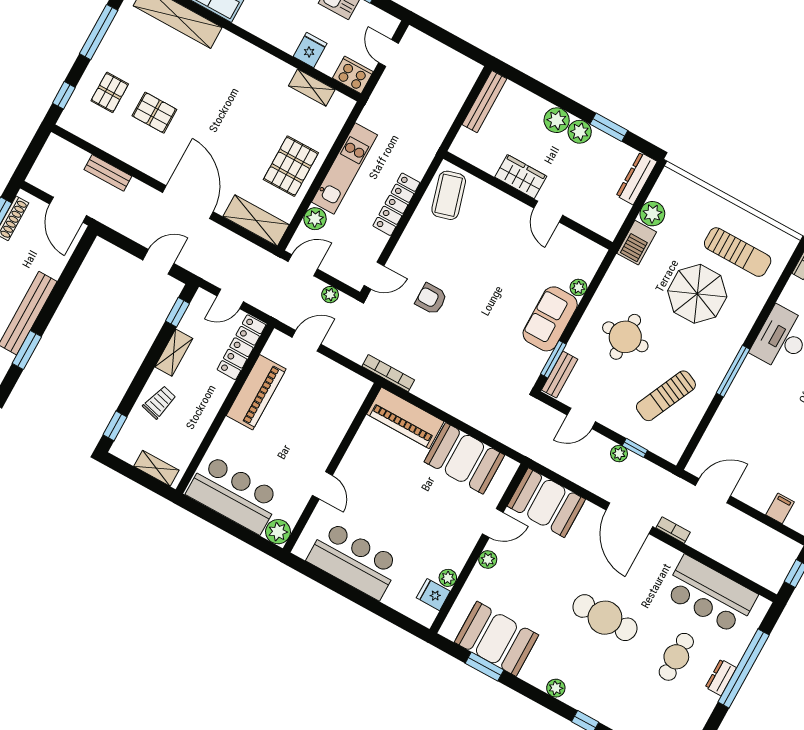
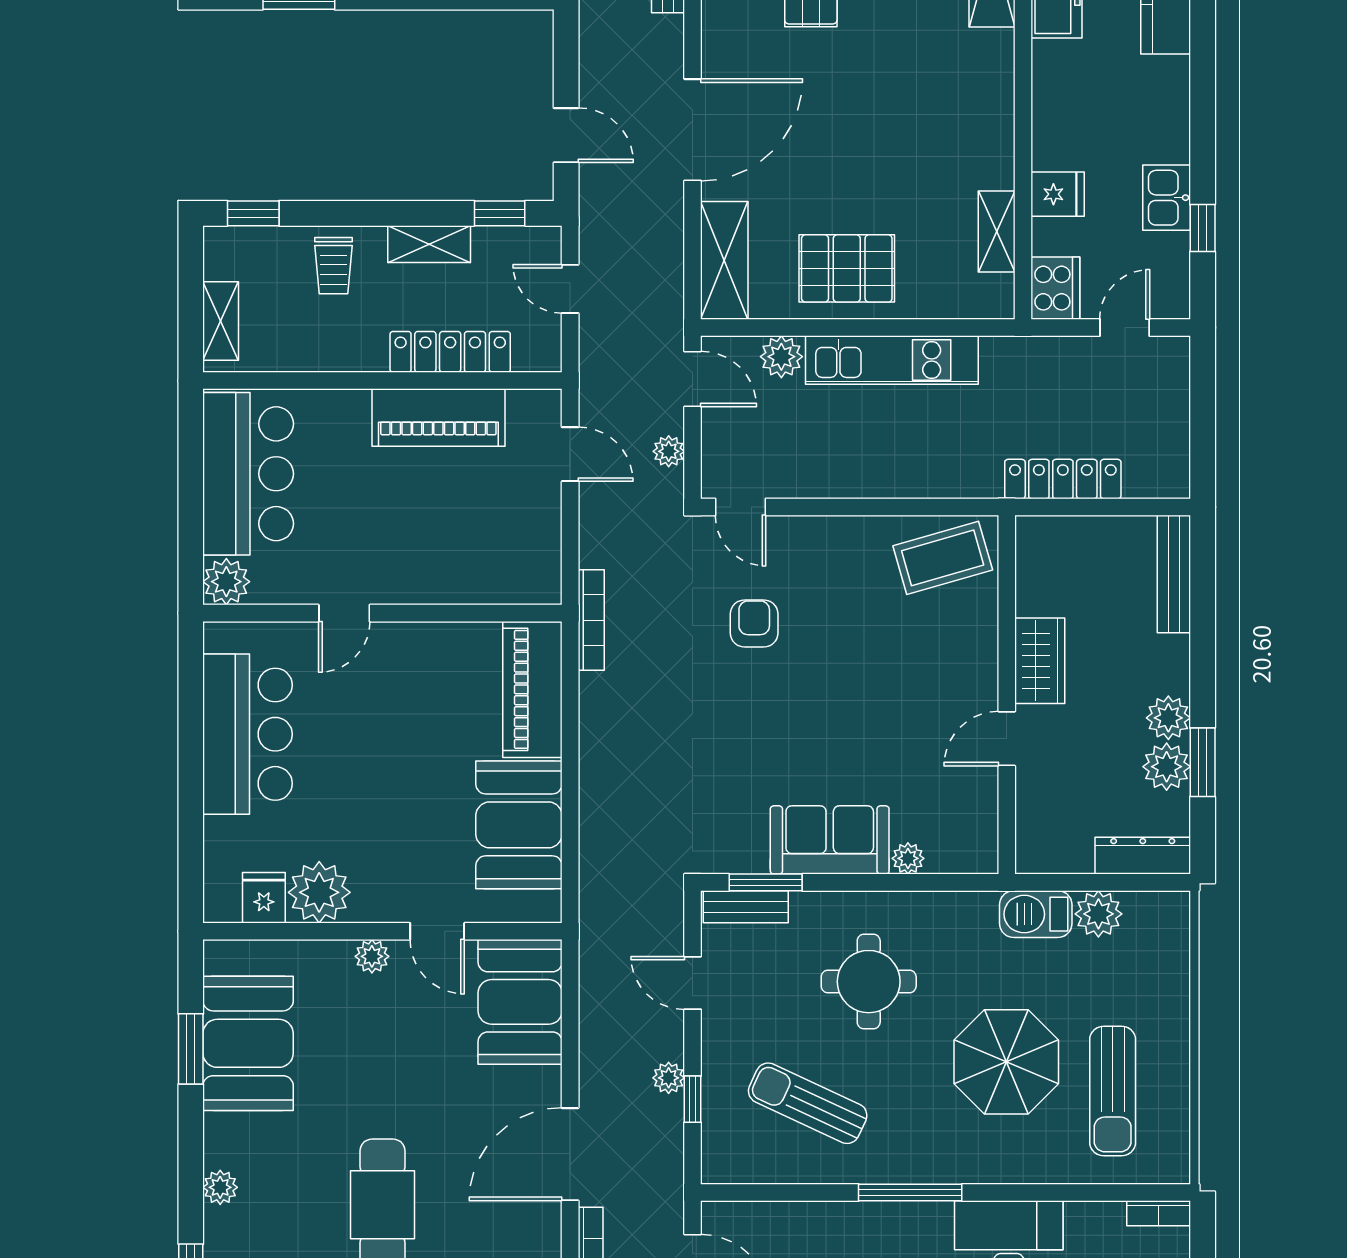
bench: (484, 102) -> (1174, 574), moved, turned 90
plant: (557, 120) -> (1167, 767), moved
locker: (396, 204) -> (1063, 479), moved
locker: (241, 347) -> (450, 352), moved
trolley: (159, 402) -> (333, 266), turned 75
plant: (448, 578) -> (319, 892), width x1.87, depth x1.87

